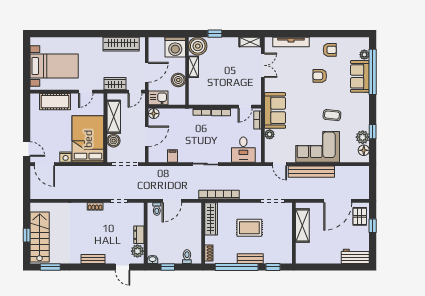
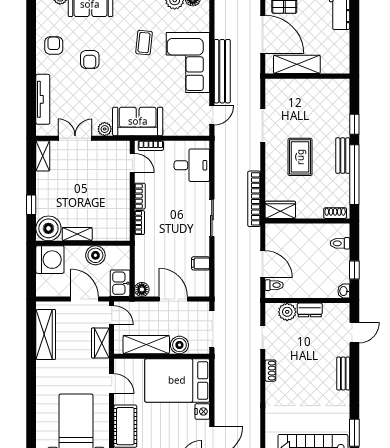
plant: (270, 134) -> (105, 129), moved
wardrobe: (211, 219) -> (280, 210), width x0.67
shelving: (302, 225) -> (297, 64), moved
wall: (294, 233) -> (307, 76), moved
plant: (137, 251) -> (287, 312), moved

